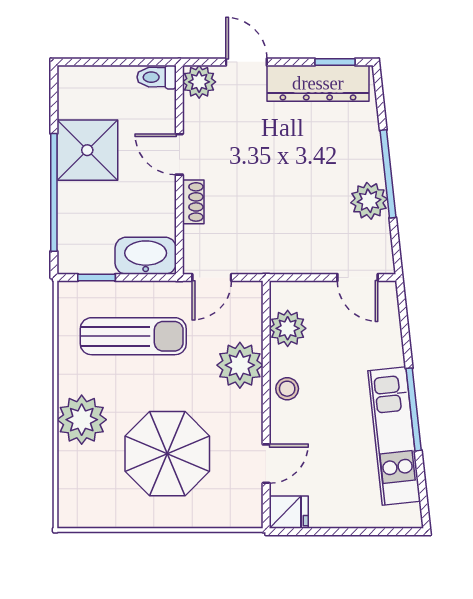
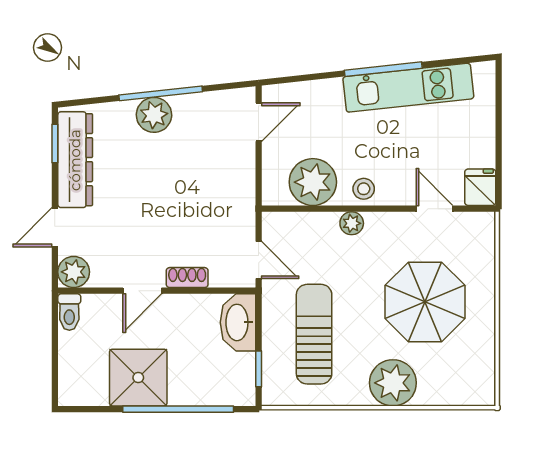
plant: (369, 201) -> (154, 115), moved
plant: (288, 328) -> (313, 182), width x1.36, depth x1.36
plant: (240, 365) -> (352, 223), width x0.53, depth x0.53

